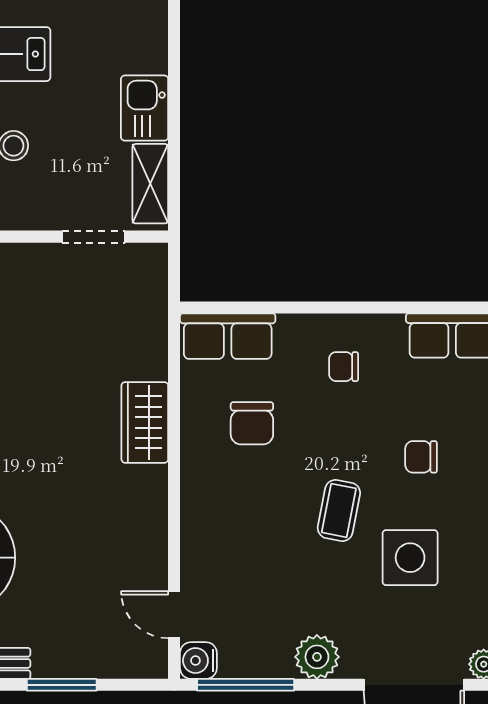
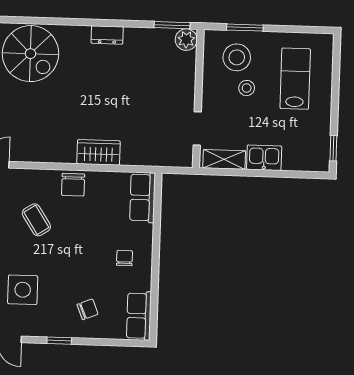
chair: (252, 423) -> (73, 185), moved, turned -90
chair: (421, 457) -> (88, 309), moved, turned 68
coffee table: (339, 510) -> (36, 220), moved, turned 46

